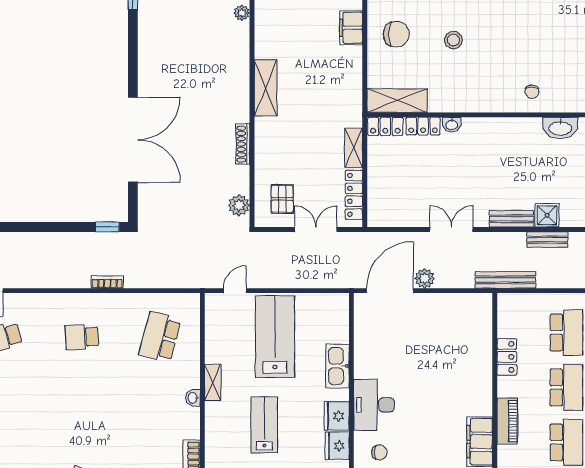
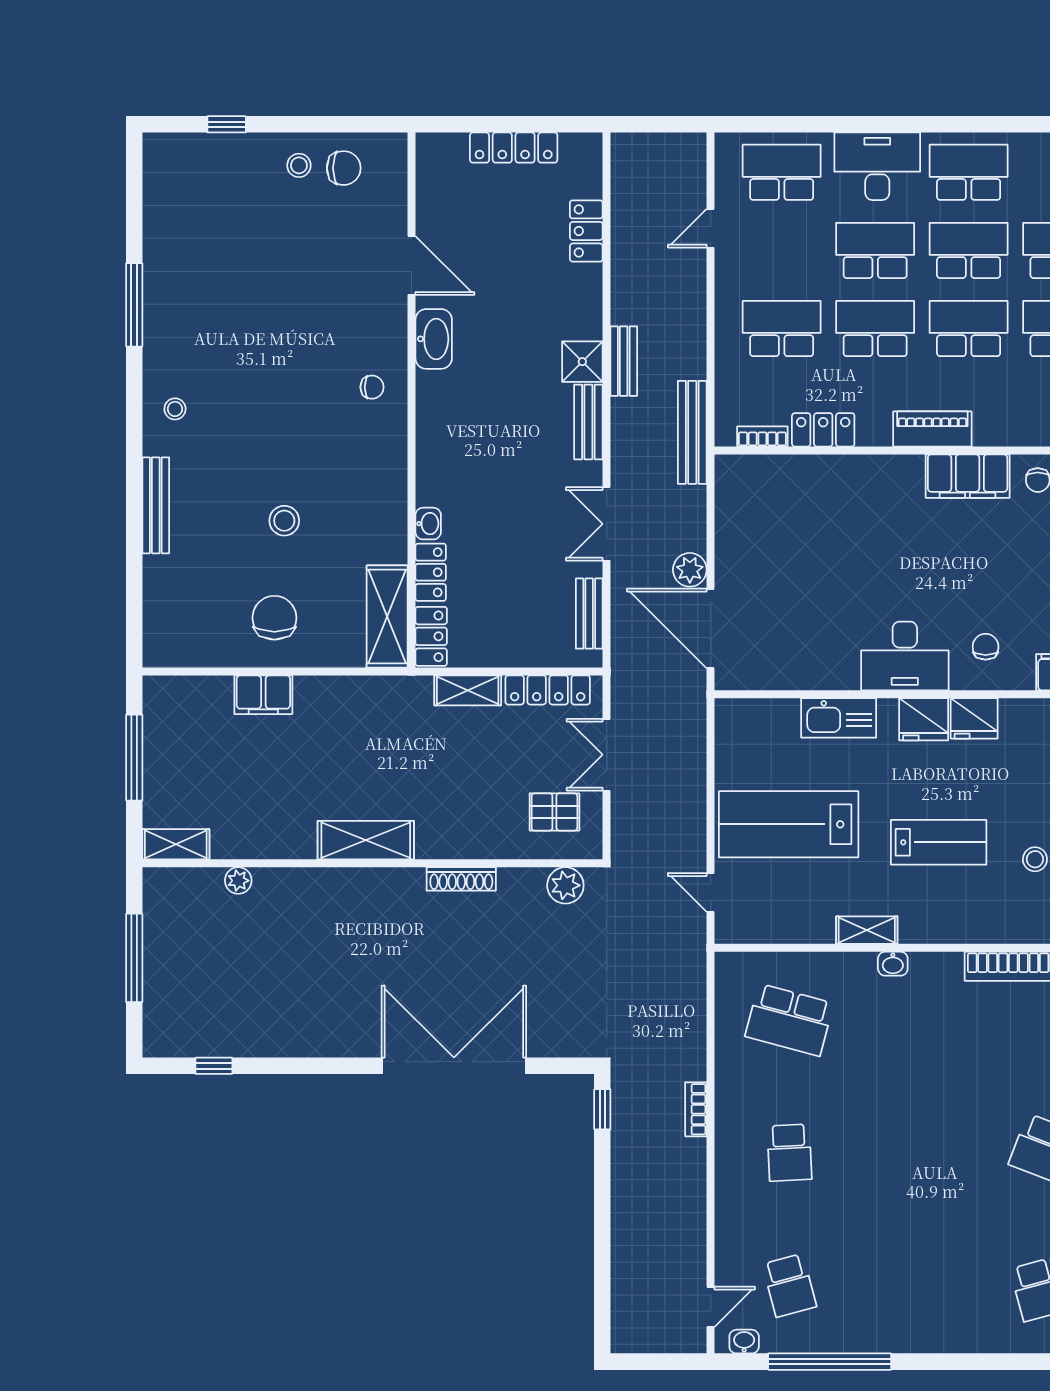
bench: (399, 219) -> (589, 614), added
bookcase: (503, 321) -> (762, 436), added
lab bench: (264, 425) -> (939, 842), turned 180

